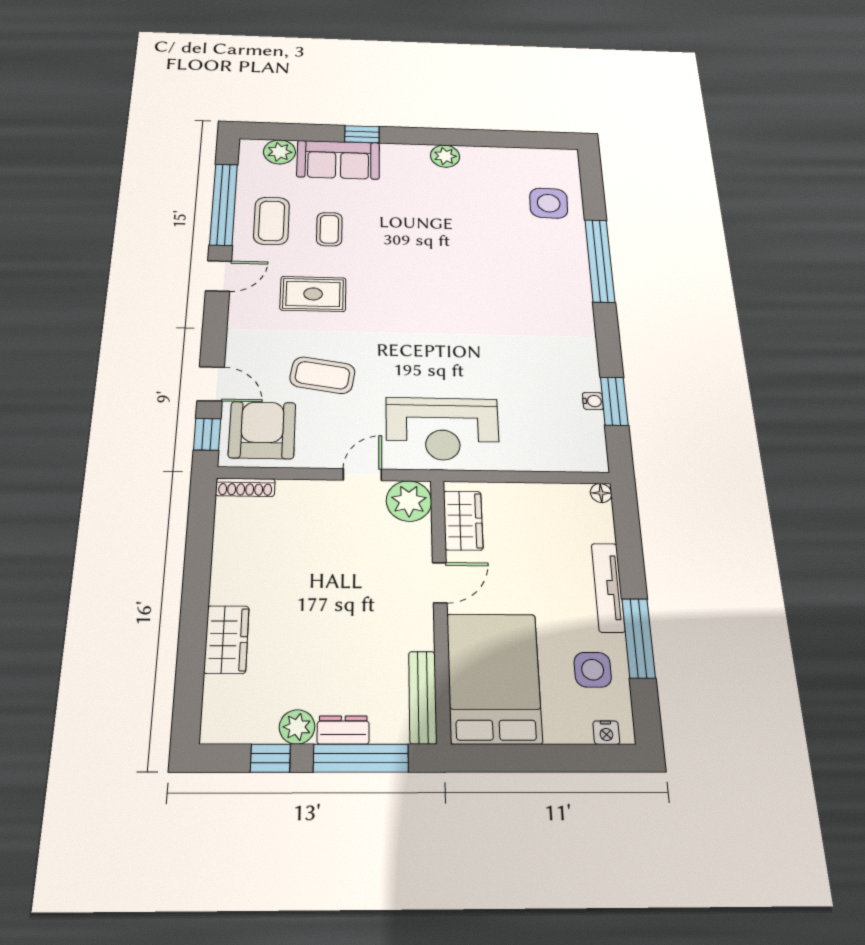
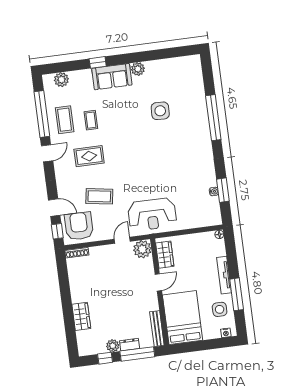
sofa: (338, 160) -> (112, 77), moved
side table: (549, 203) -> (160, 111), moved

